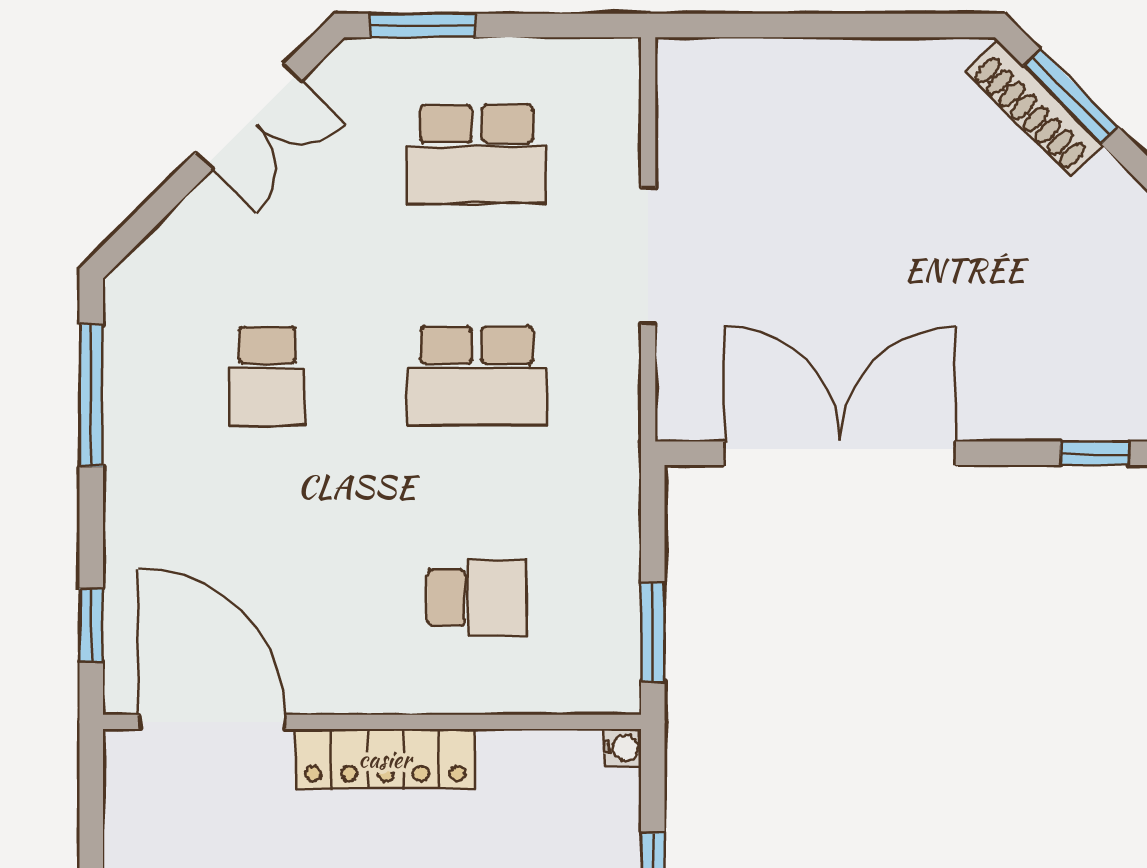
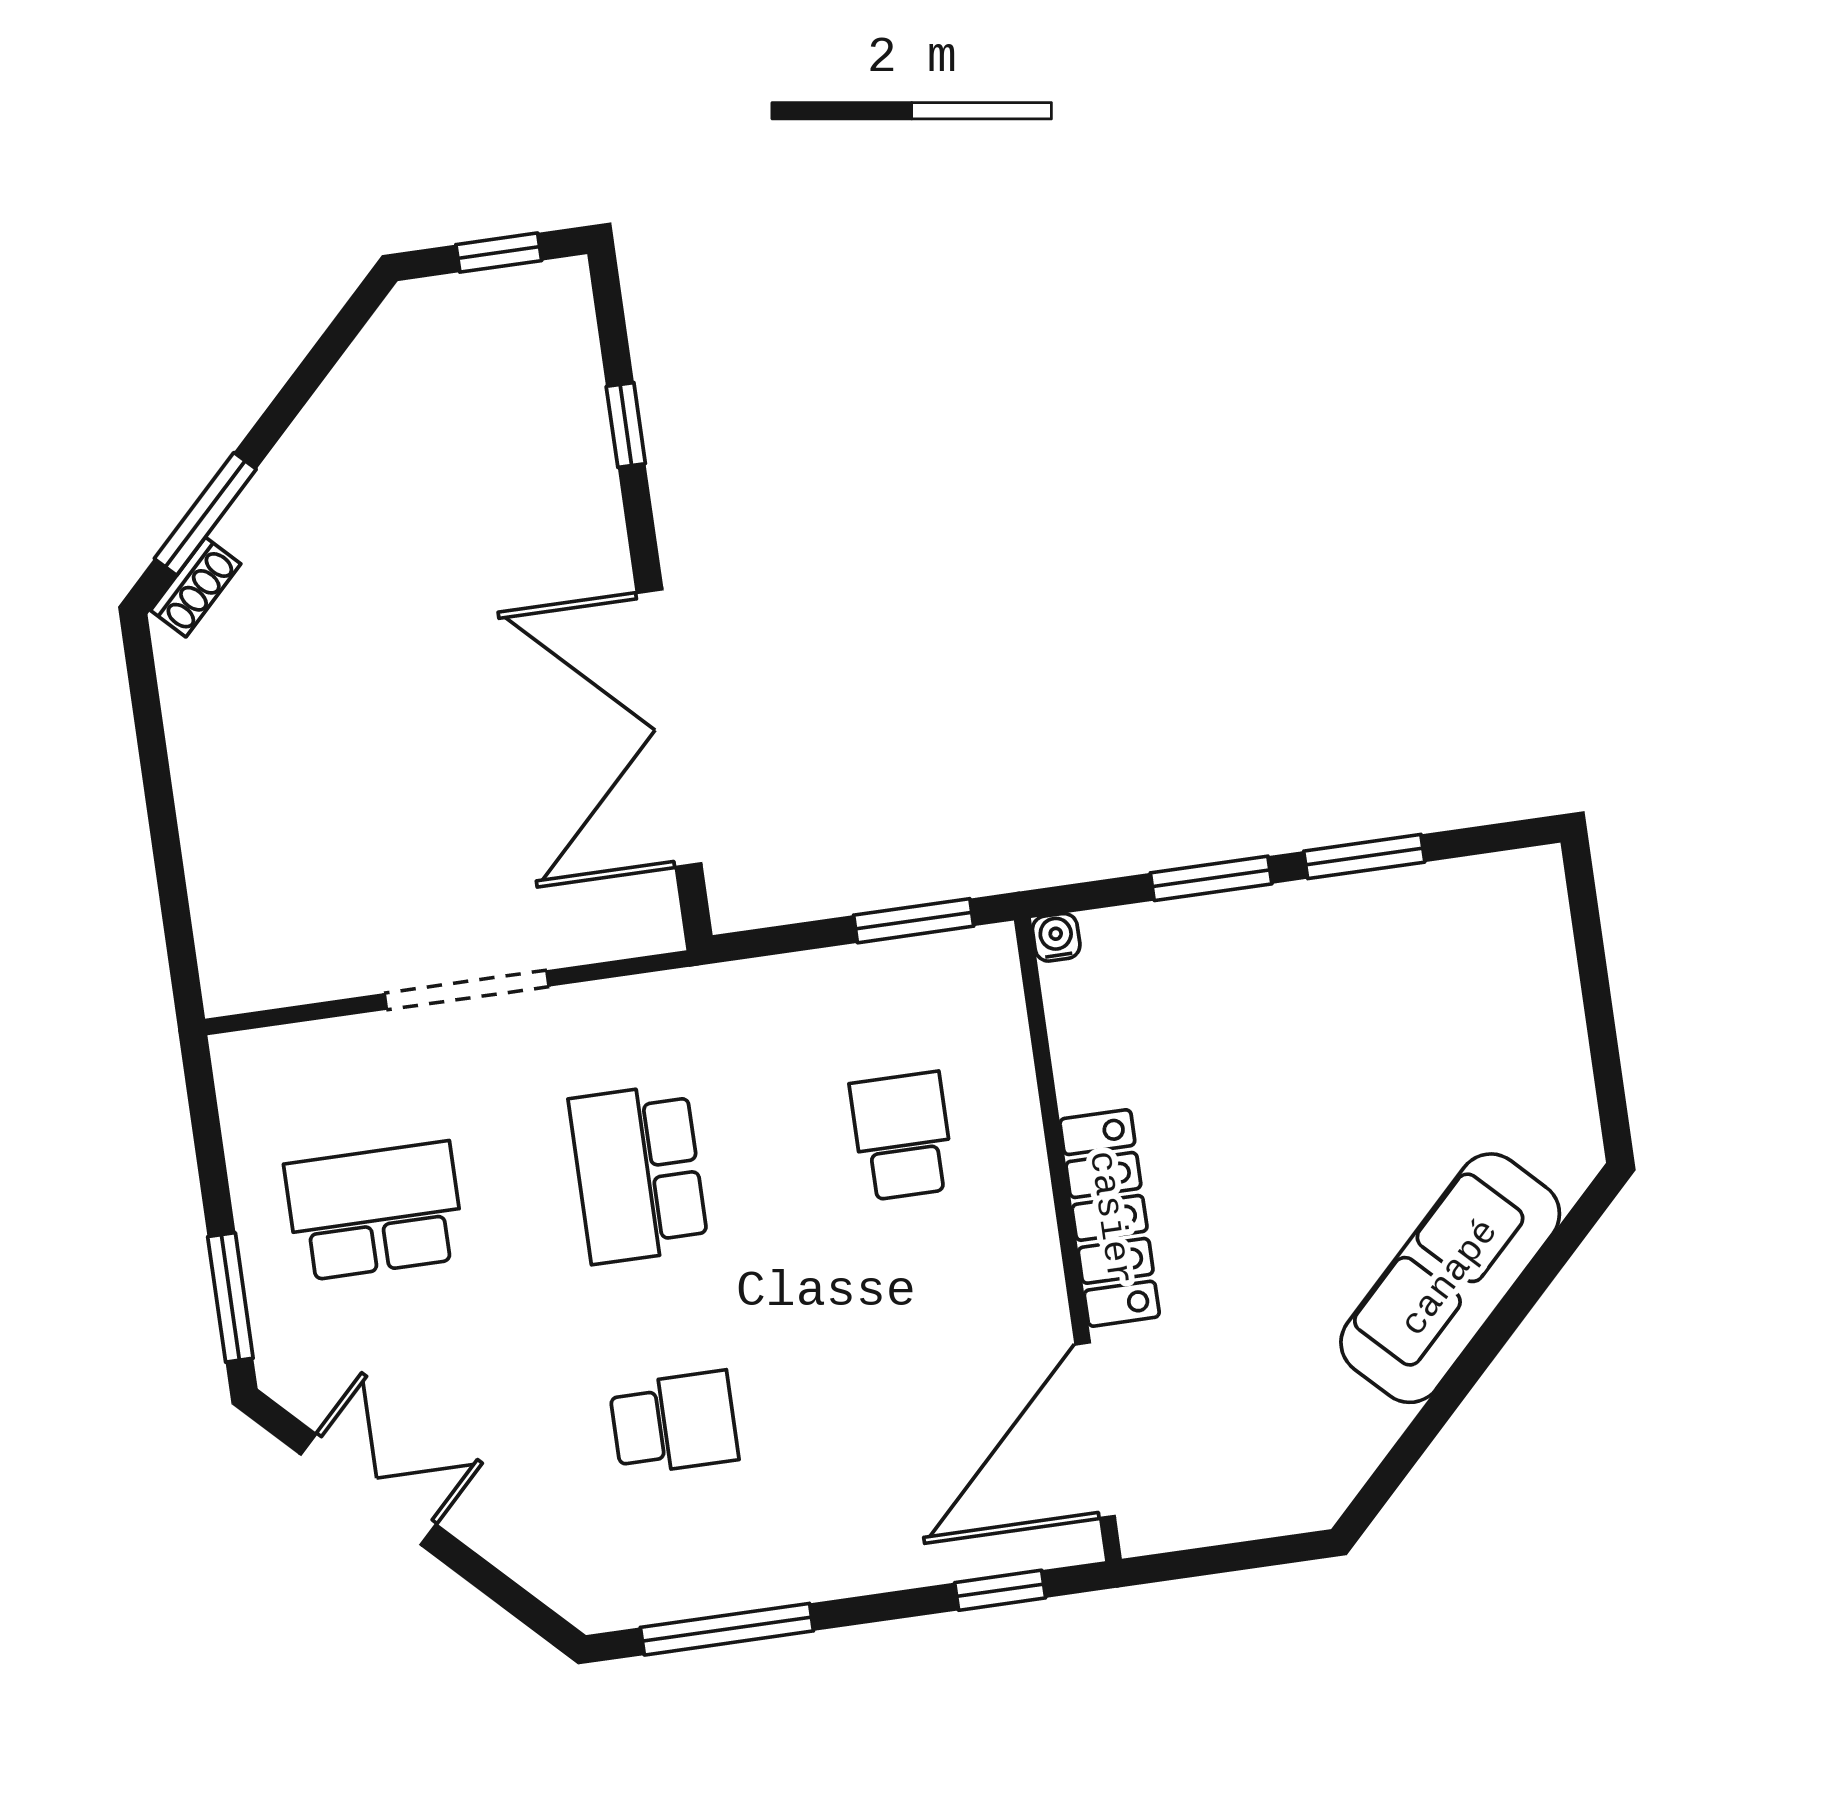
shoe rack: (1034, 108) -> (196, 587), width x0.51, depth x0.81
school desk: (477, 154) -> (375, 1211), turned -90
school desk: (477, 376) -> (638, 1174), turned 180

